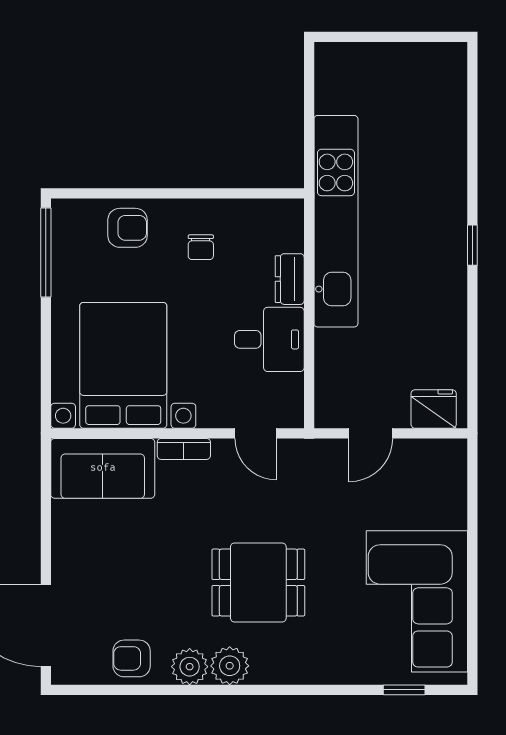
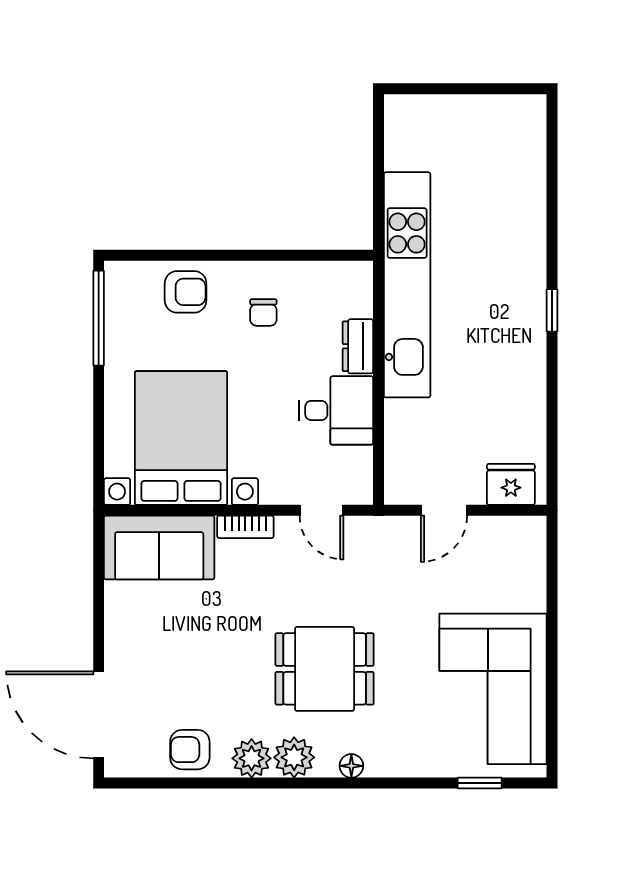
floor lamp: (284, 674) -> (351, 766), added

